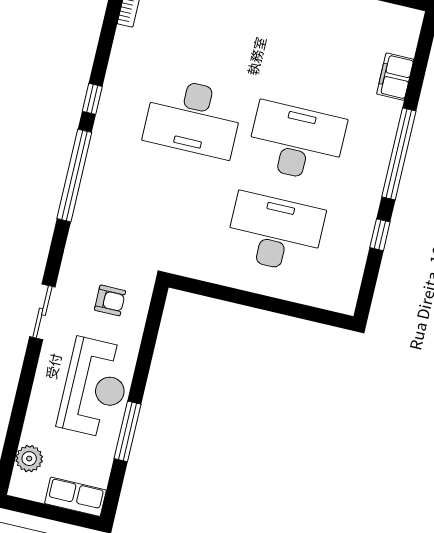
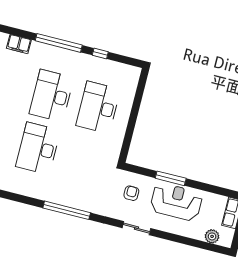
window: (92, 99) -> (27, 200), removed
desk: (193, 118) -> (38, 149), turned 180
window: (127, 431) -> (171, 178), moved

